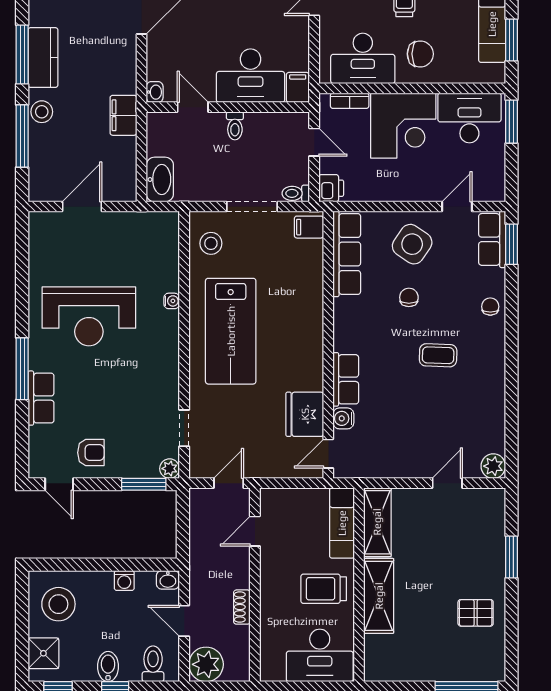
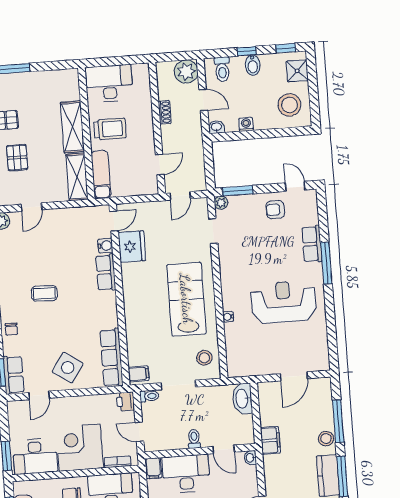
chair: (409, 297) -> (67, 331), removed
pallet: (463, 557) -> (17, 158), added

